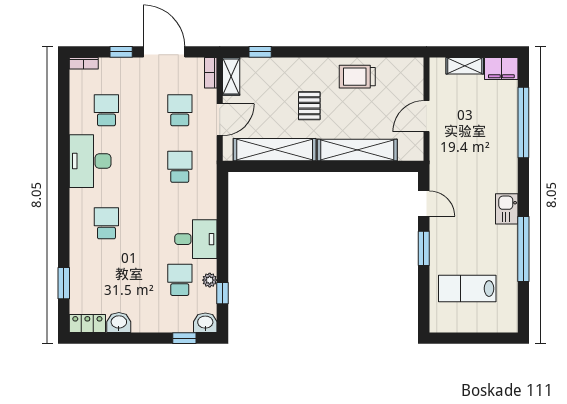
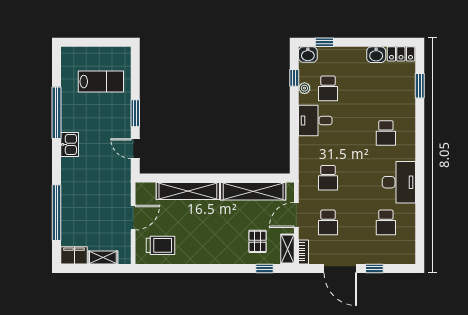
bookcase: (84, 63) -> (404, 259), removed
trolley: (357, 77) -> (161, 245), moved
pallet: (309, 106) -> (258, 241), moved

